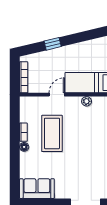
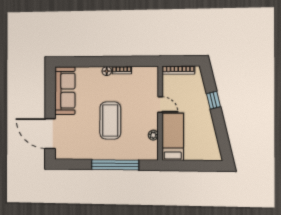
coffee table: (52, 133) -> (110, 120), moved, turned 90
sofa: (37, 189) -> (65, 91), width x1.36

